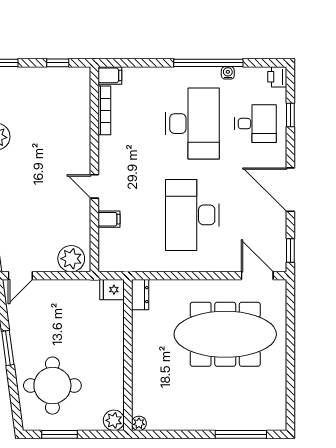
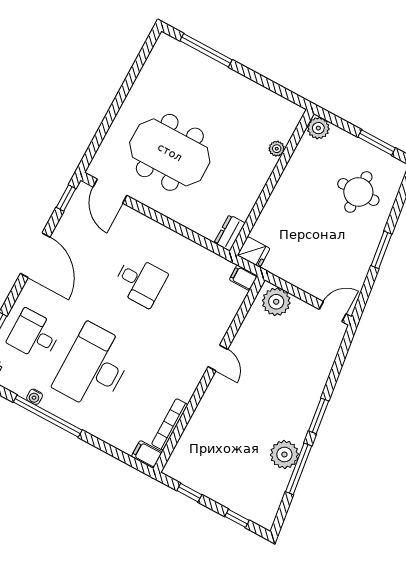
desk: (192, 215) -> (140, 281), width x0.53, depth x0.77
filing cabinet: (109, 219) -> (243, 278), moved
meeting table: (225, 334) -> (170, 152), width x0.73
round table: (52, 386) -> (358, 192), width x0.73, depth x0.73
plant: (139, 423) -> (277, 149), moved

